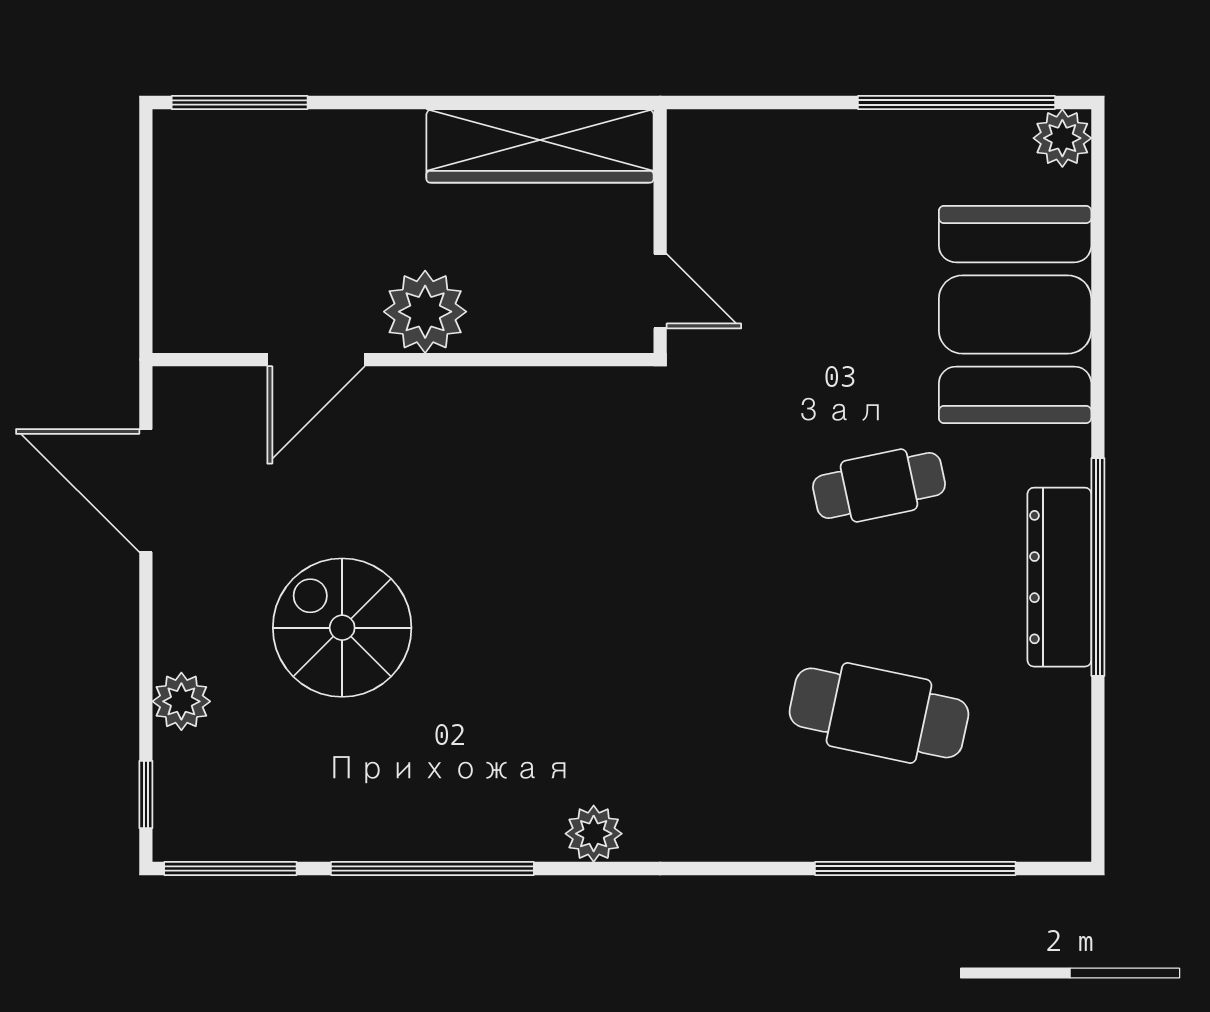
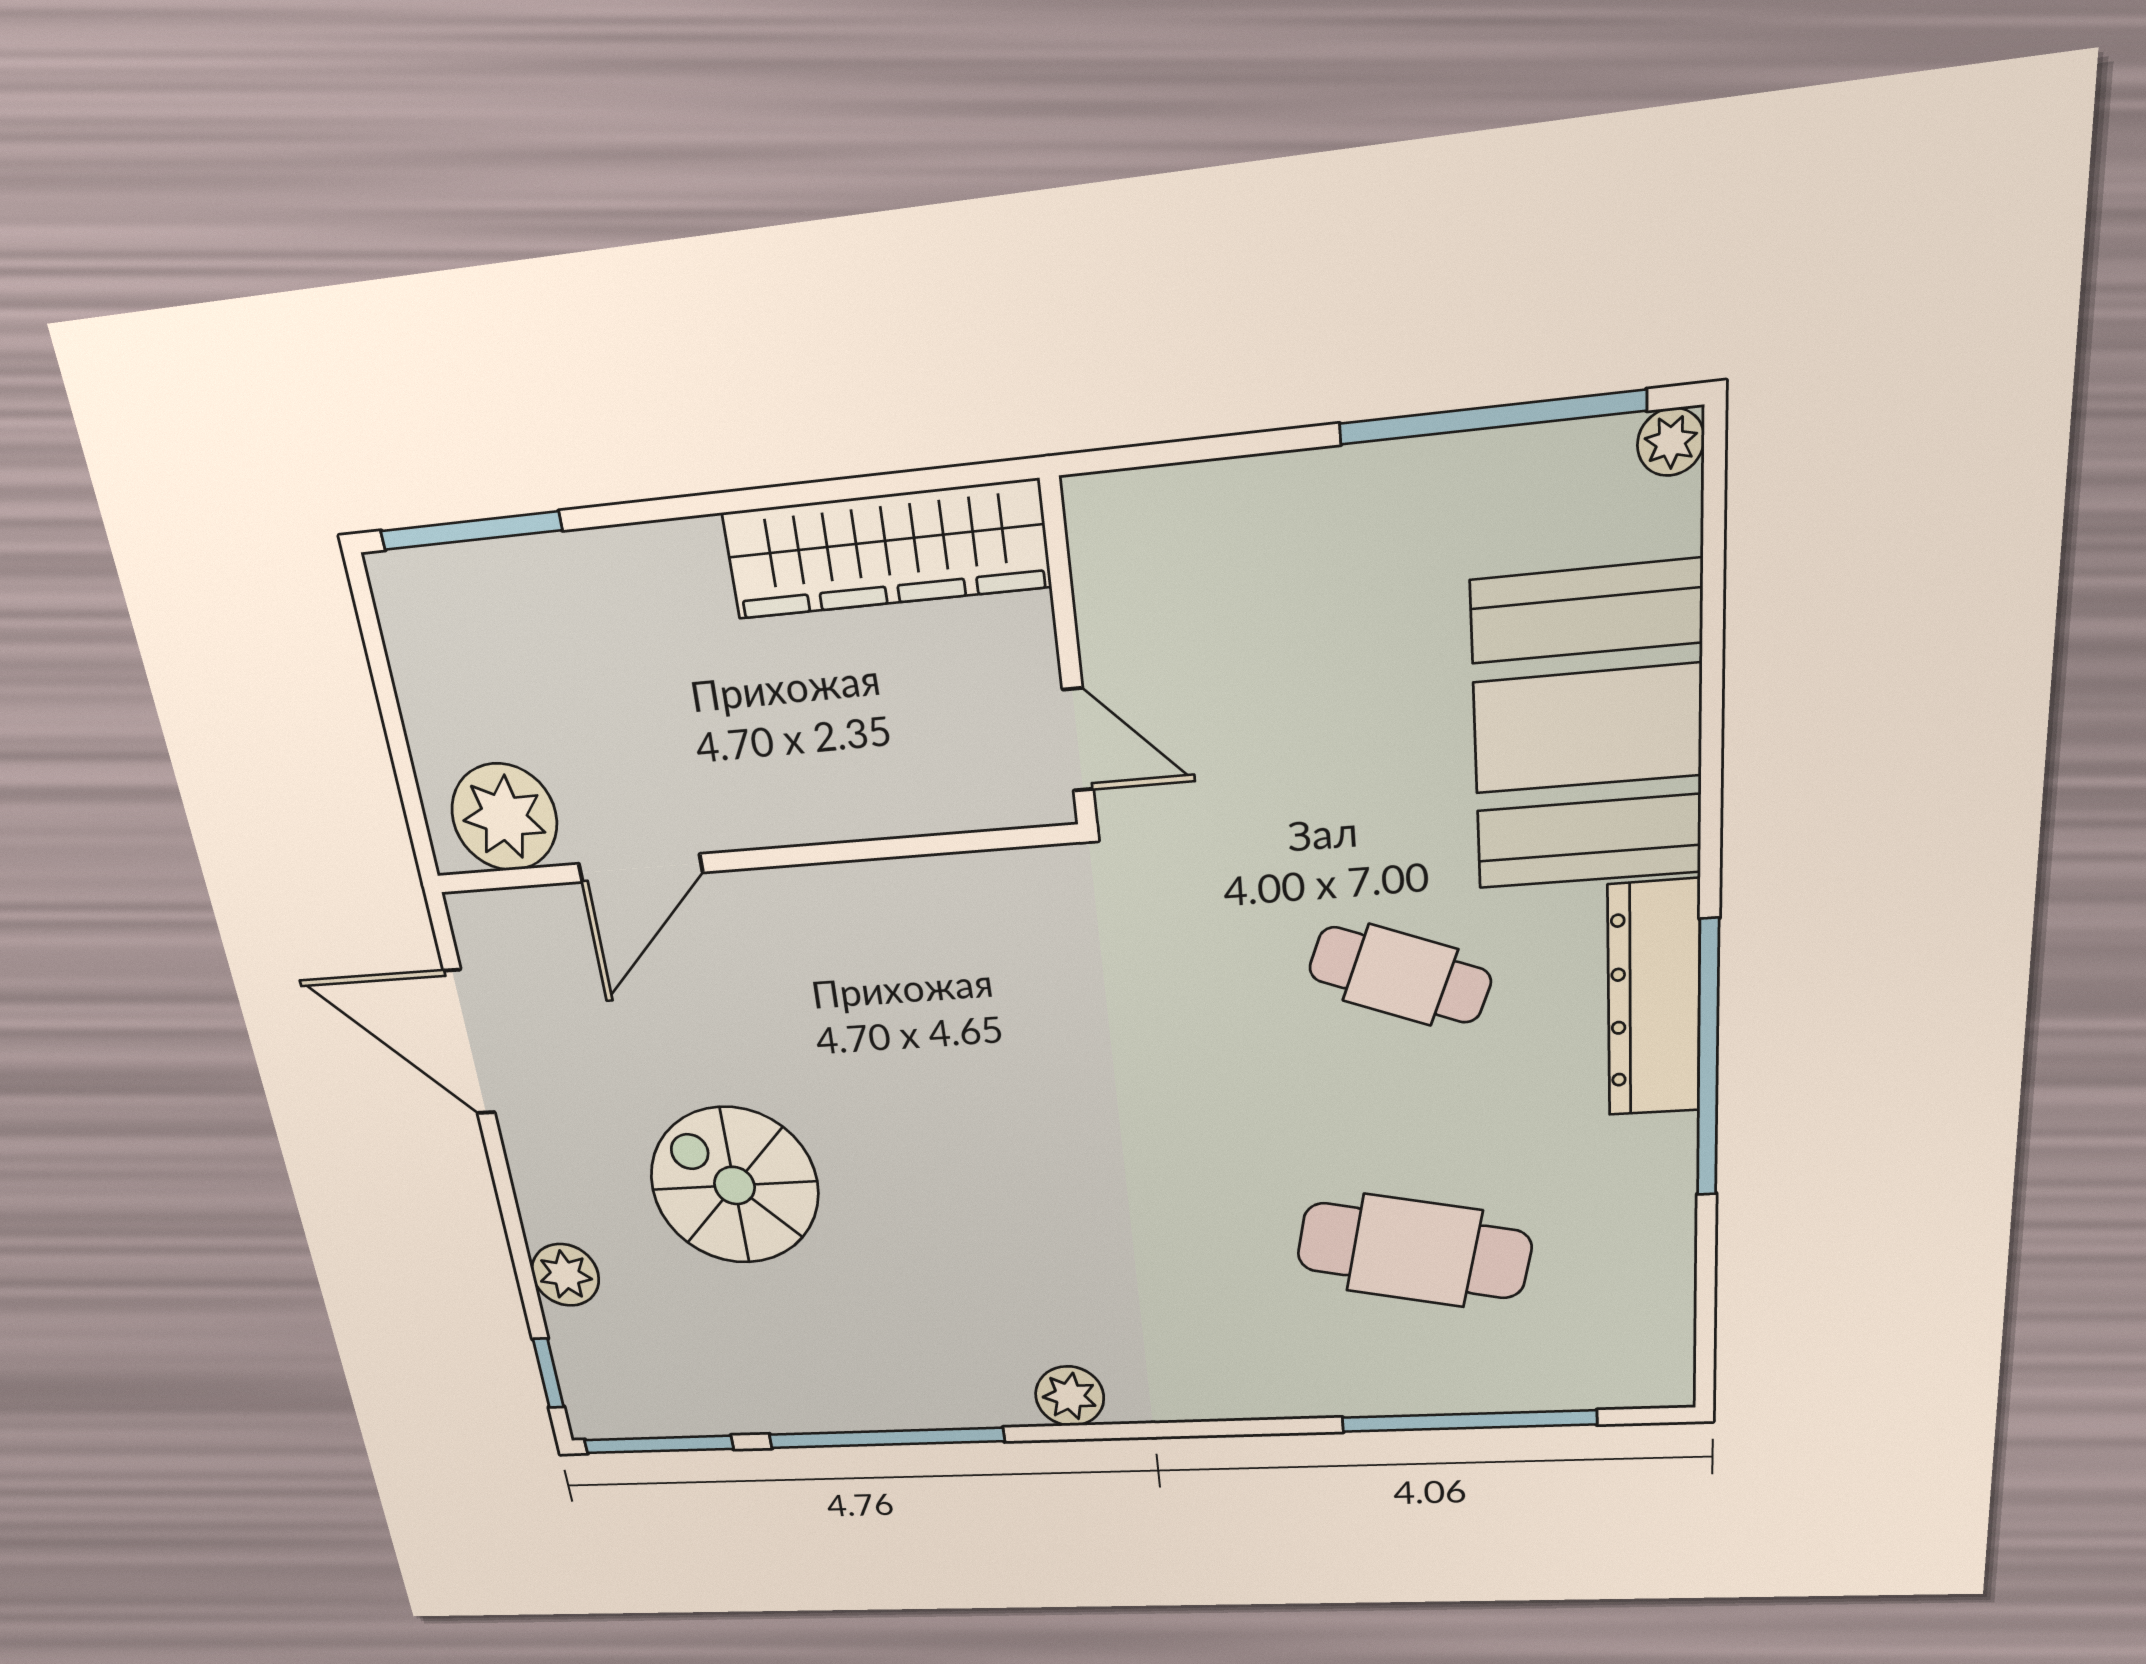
plant: (1062, 138) -> (1671, 442), width x0.73, depth x0.73
plant: (425, 312) -> (504, 817), moved
cafe table: (879, 485) -> (1400, 975), turned 33
dresser: (1059, 577) -> (1654, 999), moved

